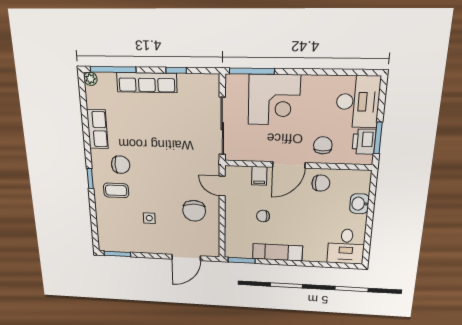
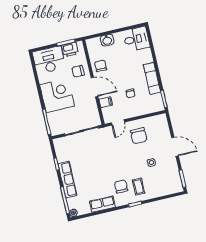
corner desk: (274, 100) -> (57, 96), moved
chair: (194, 211) -> (139, 136), turned 90
door: (186, 257) -> (175, 147), moved

